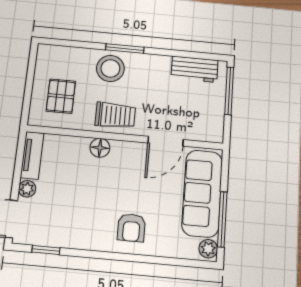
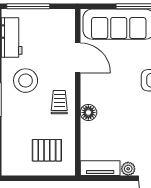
stool: (110, 68) -> (26, 81), moved
trolley: (115, 115) -> (59, 102), width x0.73, depth x0.72

